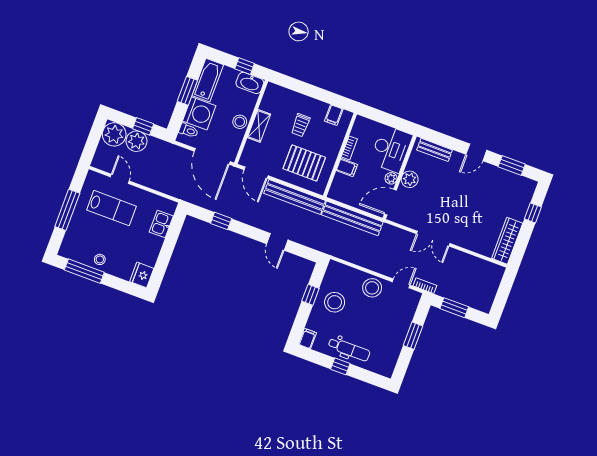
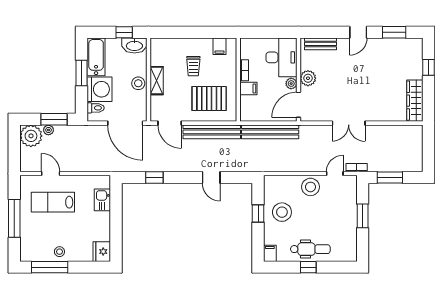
window: (143, 126) -> (54, 119), width x1.50
plant: (136, 141) -> (48, 130), width x0.53, depth x0.53
lab bench: (111, 208) -> (53, 202), turned 180

